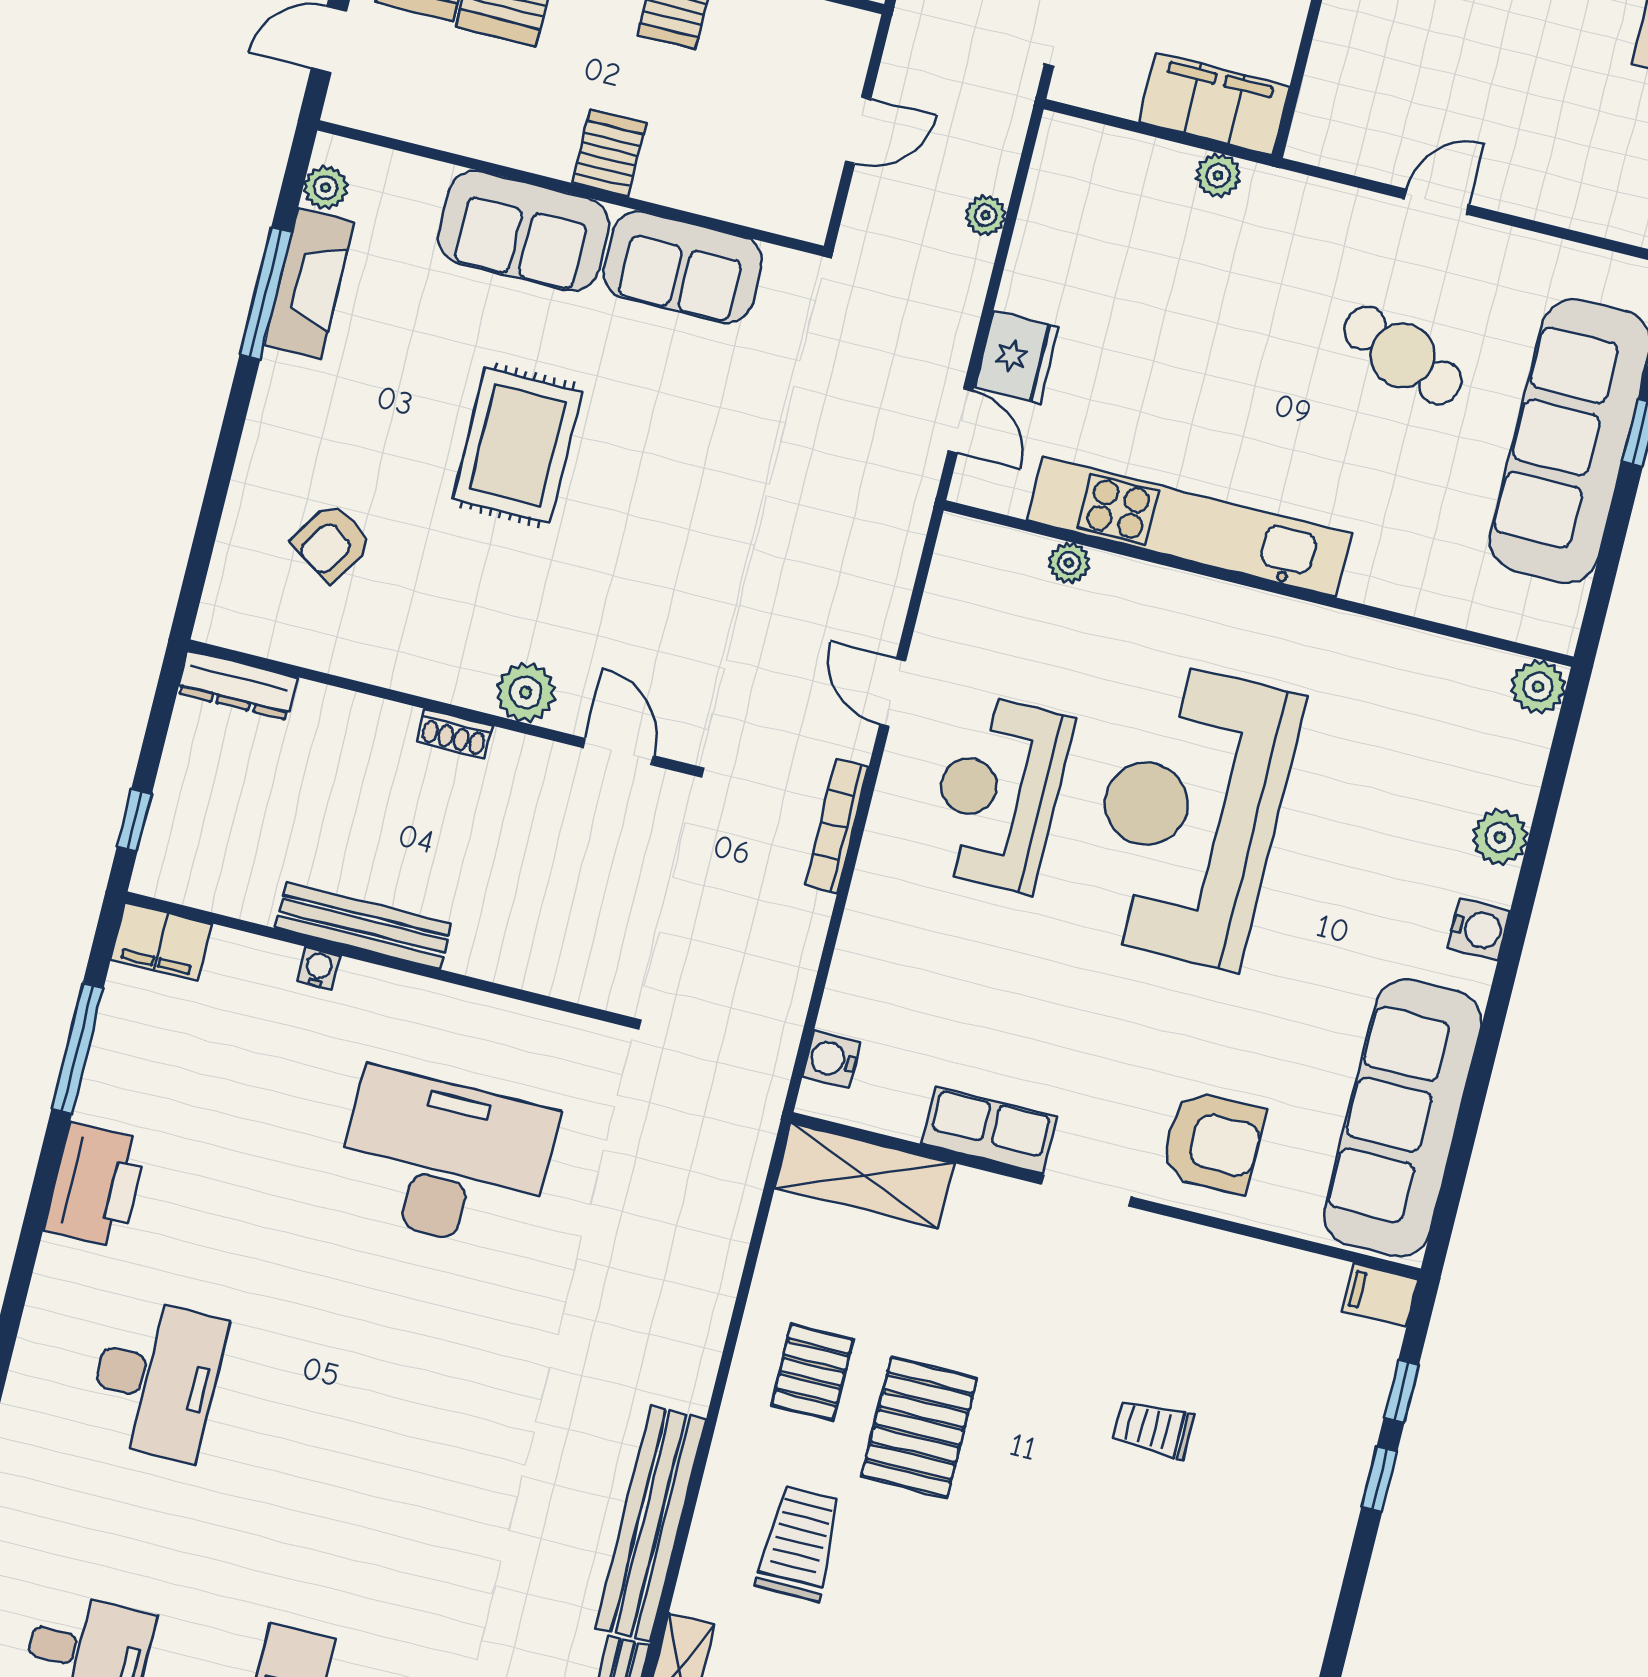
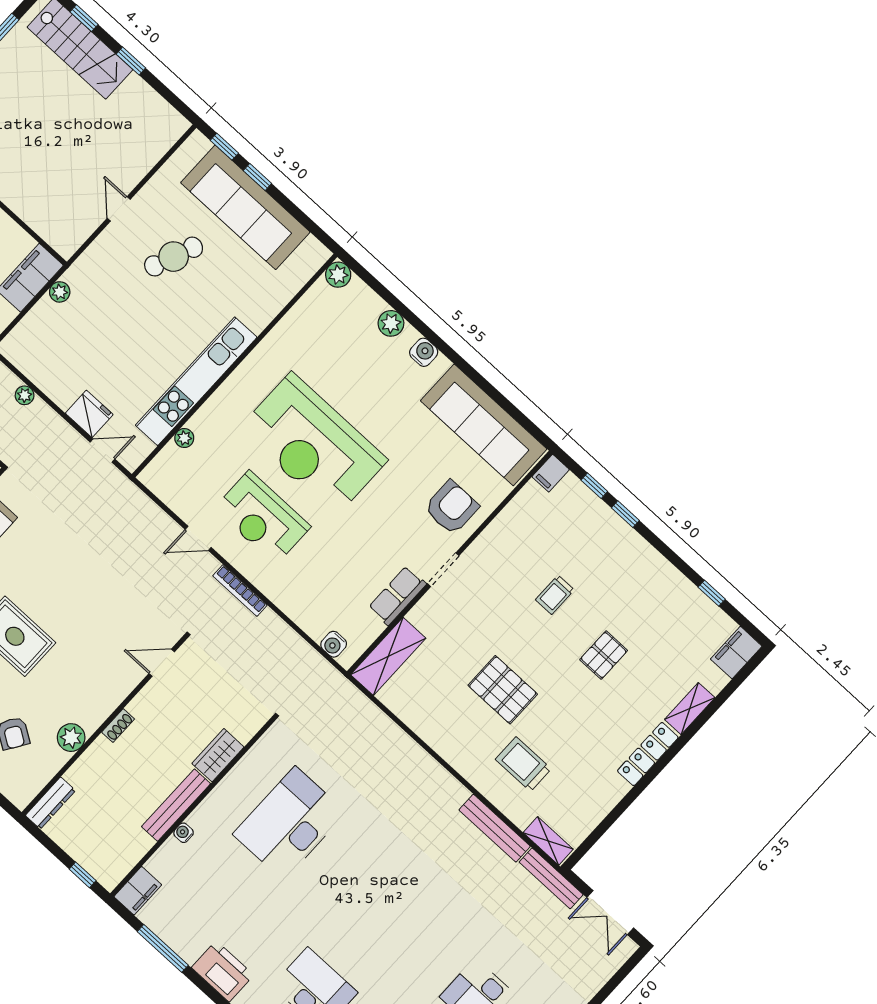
plant: (526, 692) -> (71, 738), moved
wardrobe: (501, 954) -> (218, 755), added
pallet: (812, 1372) -> (604, 655), moved, turned 90
bench: (651, 1524) -> (495, 828), width x0.73, depth x0.82

